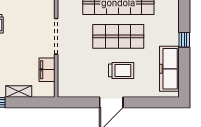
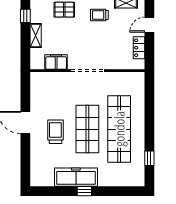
freezer: (169, 69) -> (76, 177), moved
trolley: (121, 70) -> (55, 132), turned 180

